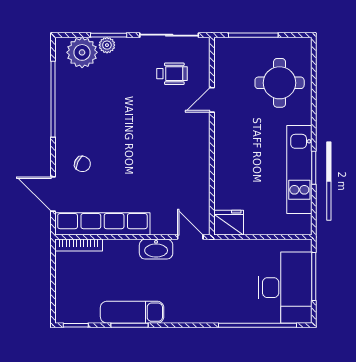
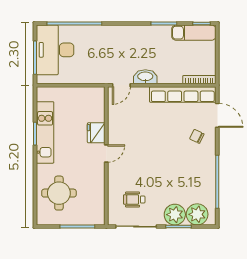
plant: (107, 45) -> (175, 215), width x1.88, depth x1.88
door: (212, 100) -> (106, 154), moved
fridge: (229, 223) -> (96, 133), moved, turned 90
door: (190, 237) -> (121, 85), hinge flipped
exam couch: (132, 312) -> (194, 33), moved

